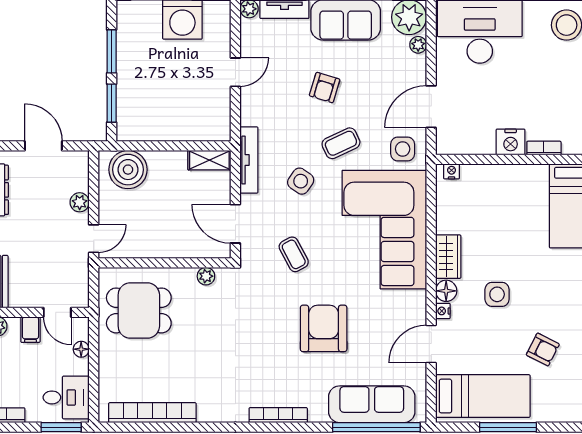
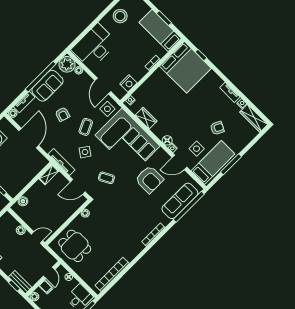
door: (235, 72) -> (29, 138), width x1.87
nightstand: (511, 142) -> (128, 83), moved
boiler: (128, 170) -> (23, 201), width x0.54, depth x0.54
door: (94, 239) -> (37, 237), hinge flipped
wardrobe: (448, 257) -> (146, 118), moved
side table: (497, 294) -> (197, 149), moved
dining table: (139, 310) -> (75, 246), turned 90
door: (57, 312) -> (49, 273), hinge flipped
armchair: (324, 328) -> (149, 179), moved, turned 180
door: (431, 344) -> (179, 162), hinge flipped

